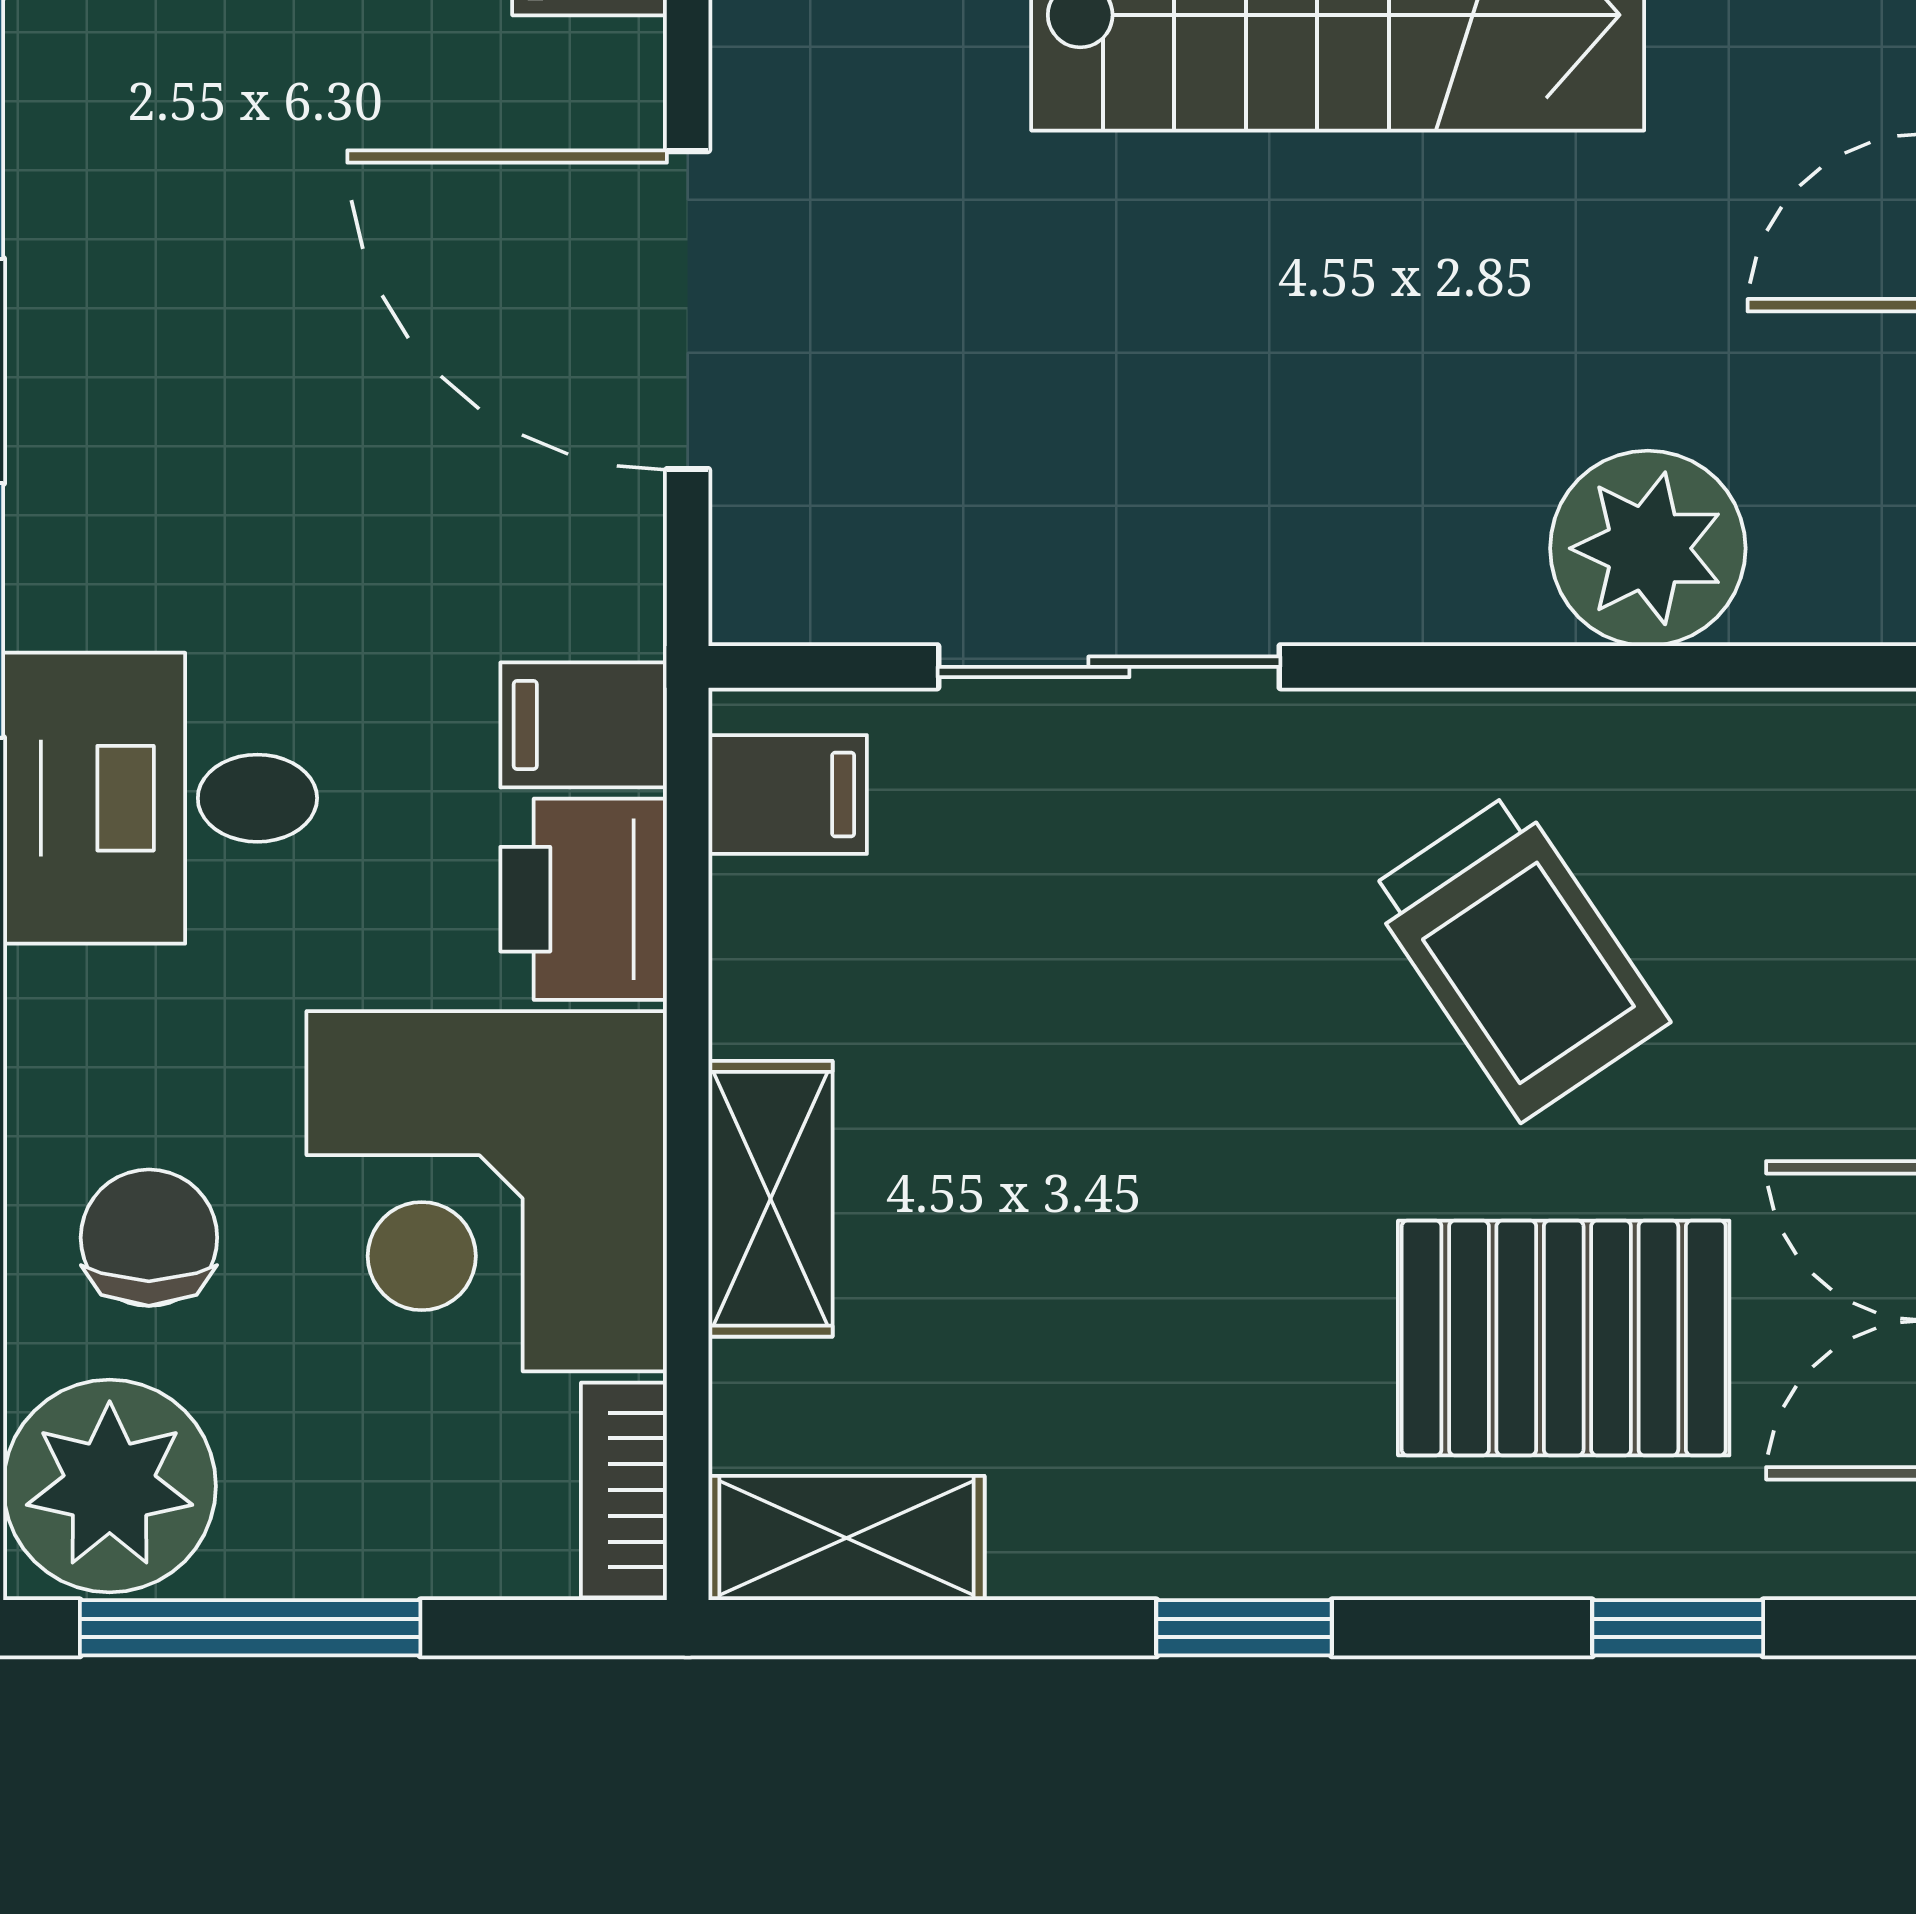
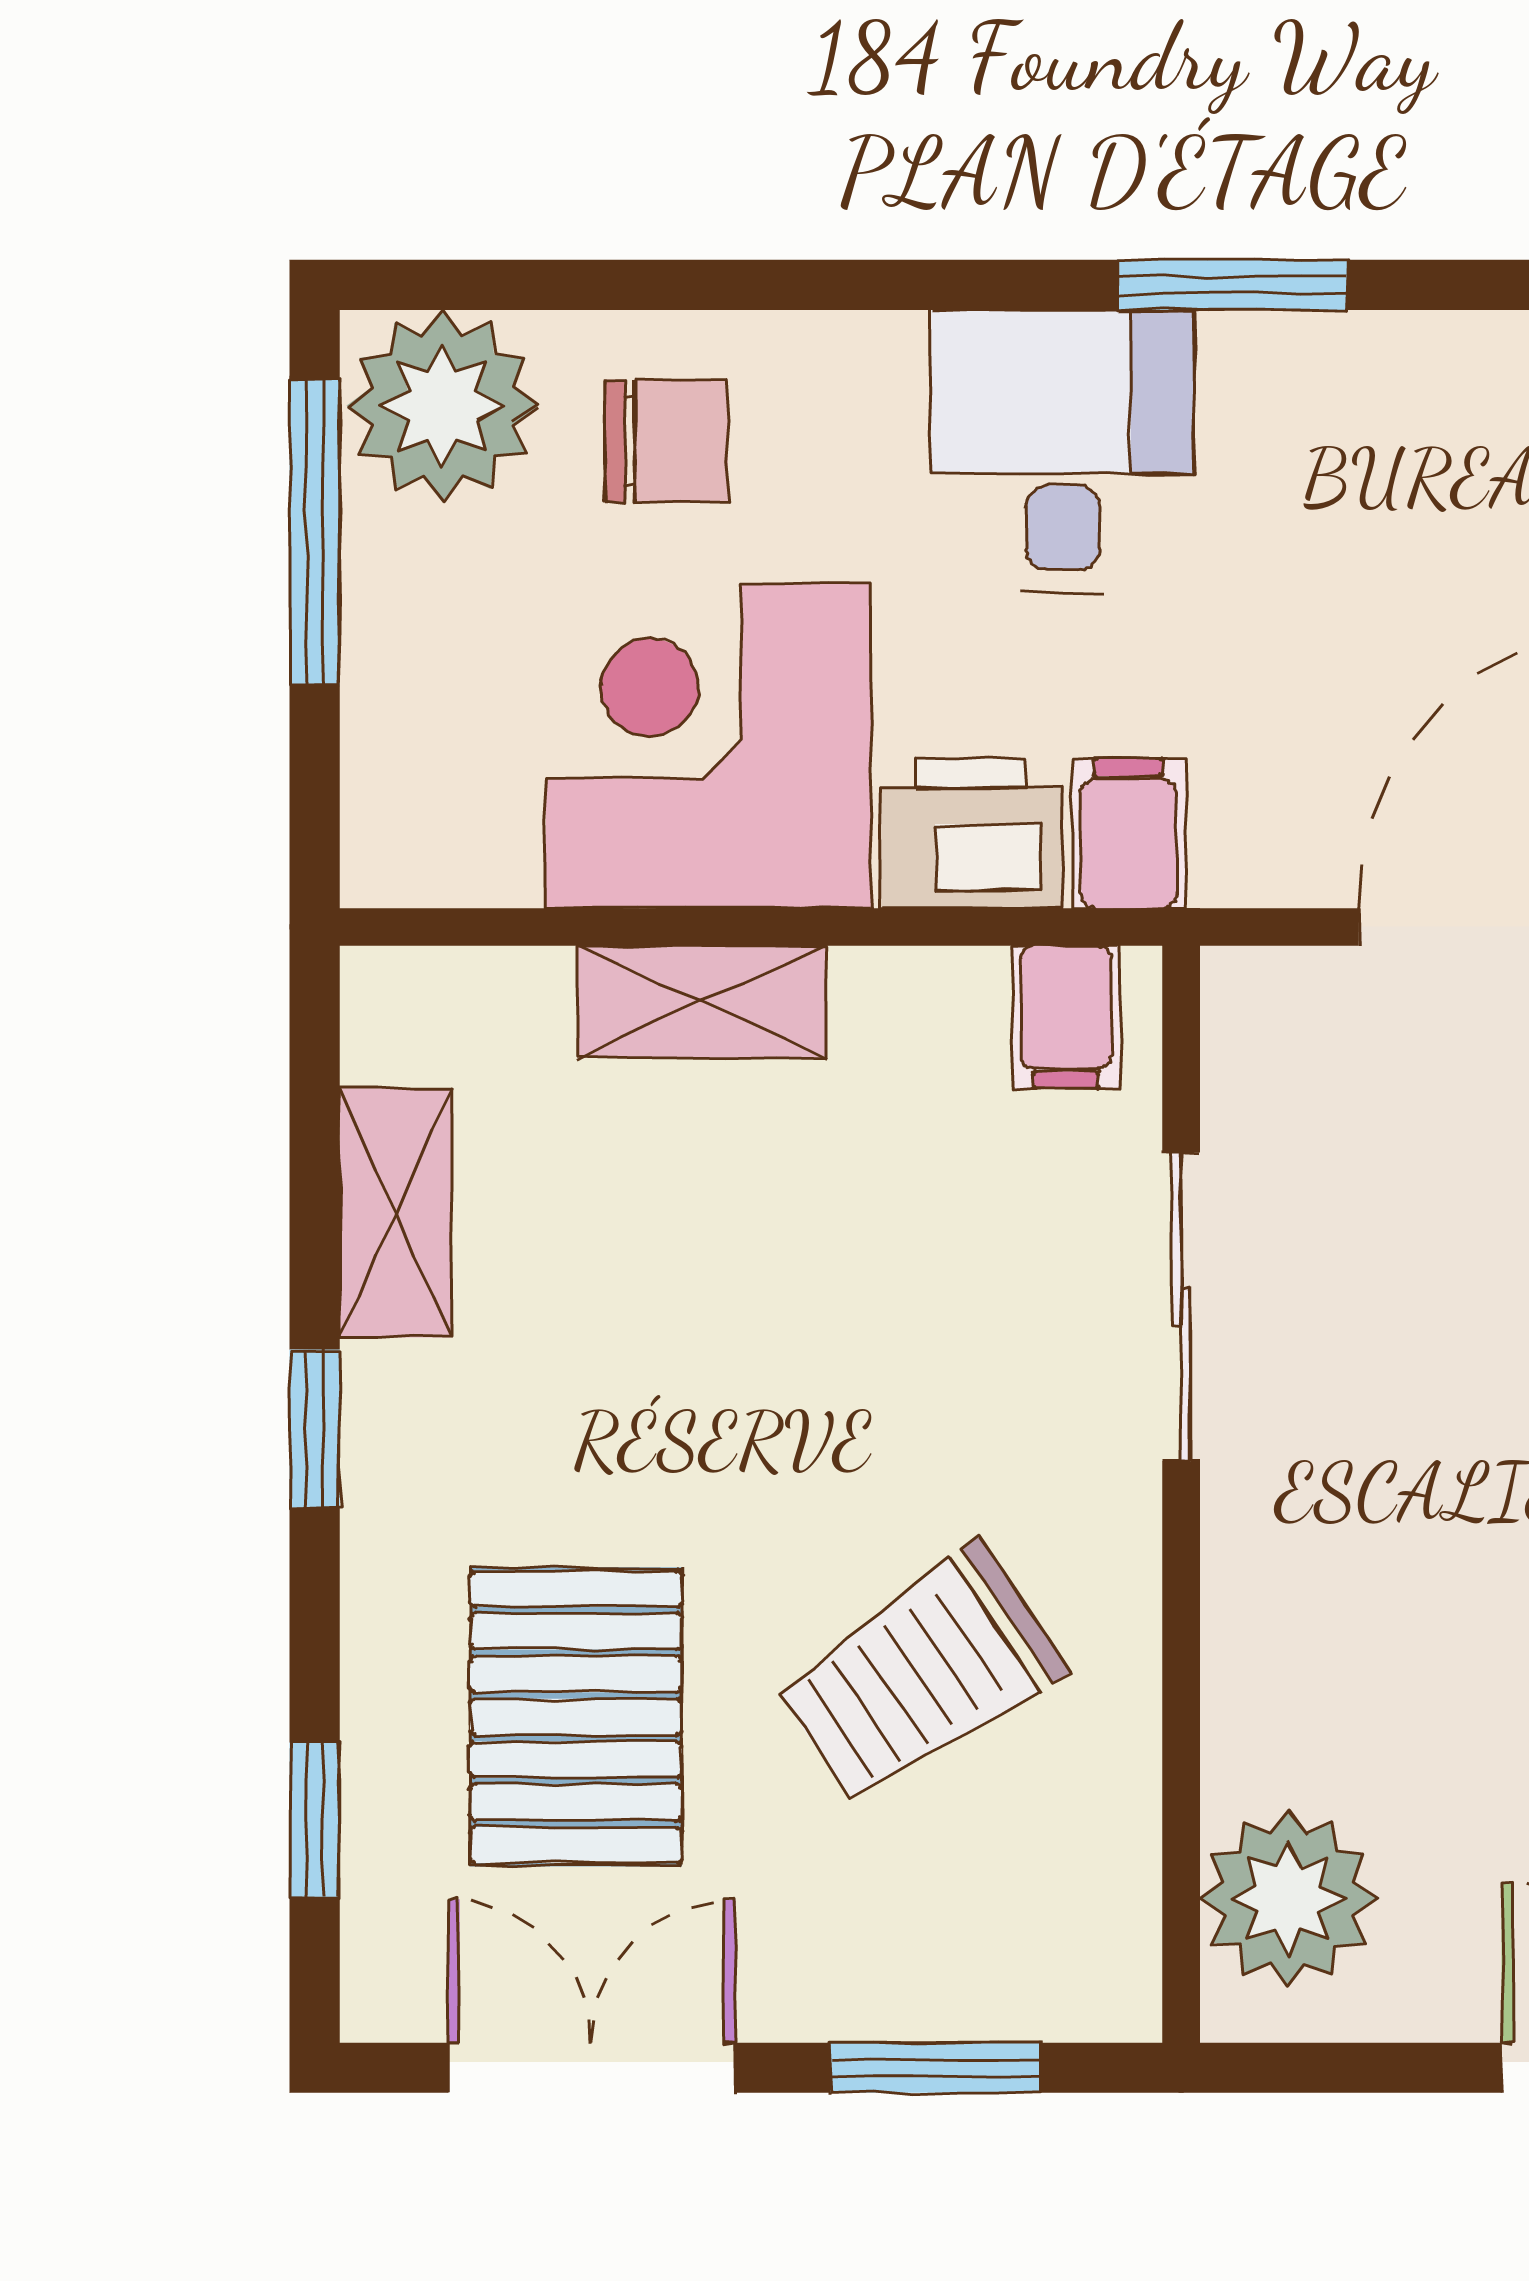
plant: (1648, 548) -> (1288, 1899), moved
bookcase: (624, 1490) -> (439, 870), removed
shelving: (846, 1538) -> (396, 1213), moved

